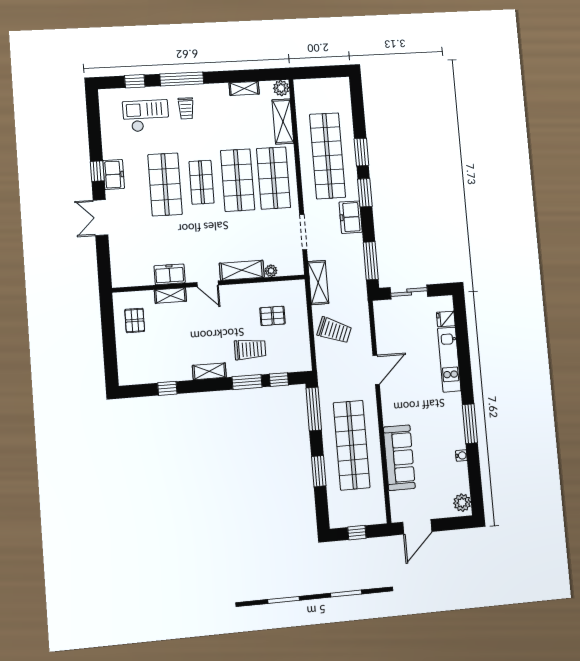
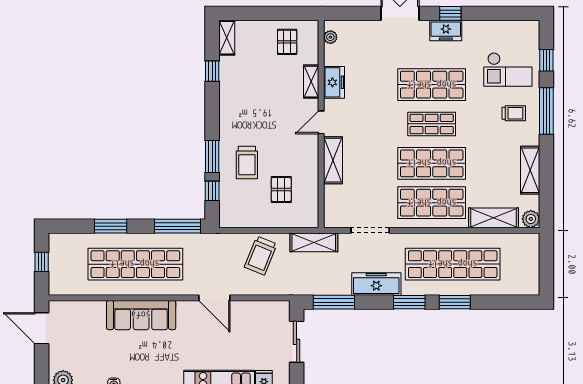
shelving: (244, 88) -> (530, 170), width x1.50, depth x1.33
trolley: (186, 108) -> (514, 113), turned 180
checkout: (146, 116) -> (508, 69), turned 90
freezer: (351, 217) -> (376, 284), width x1.40
plant: (271, 271) -> (330, 37), moved
pallet: (135, 320) -> (287, 42), turned 90
shelving: (209, 371) -> (227, 38), moved
sofa: (399, 458) -> (141, 315), moved

